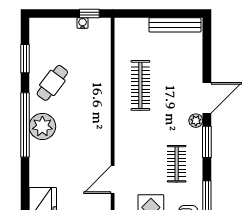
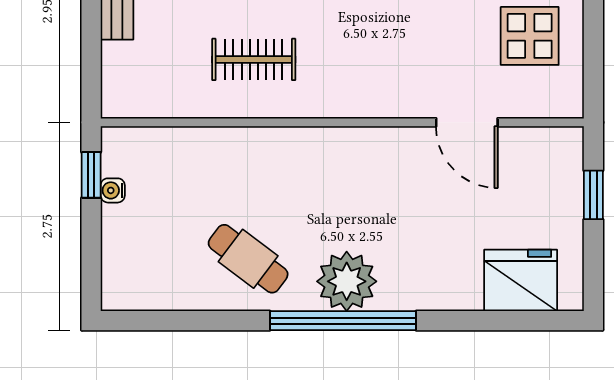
window: (25, 59) -> (193, 321), removed
clothes rail: (140, 85) -> (254, 59), width x0.73

